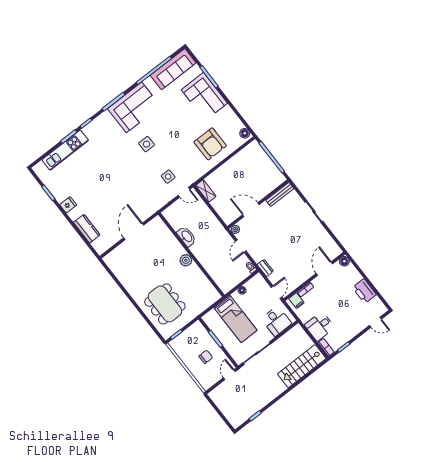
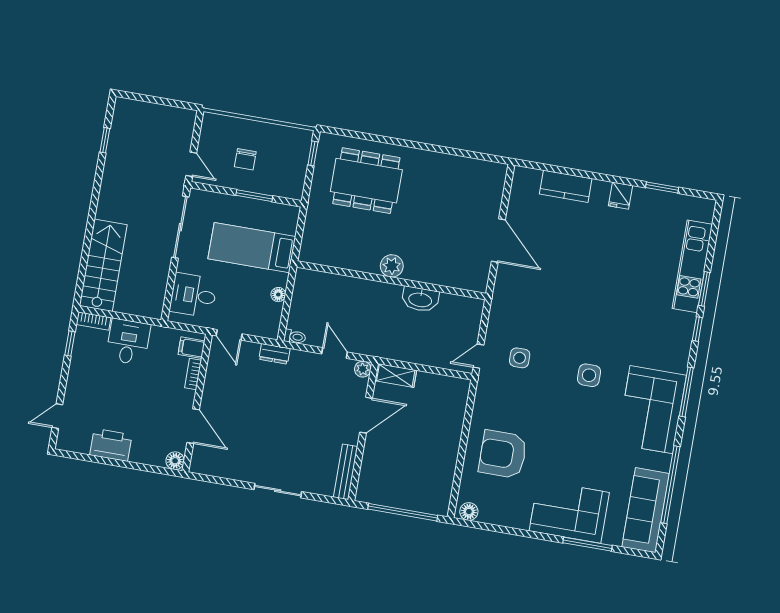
shelving: (206, 191) -> (396, 376), moved

